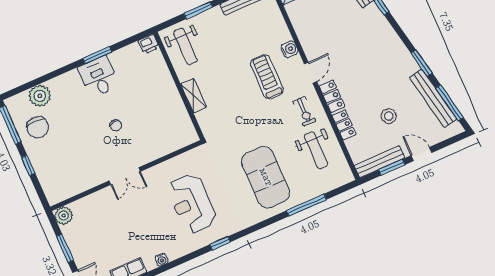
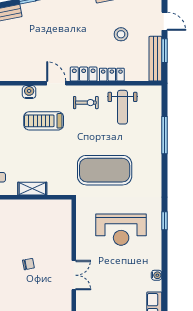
weight bench: (316, 150) -> (122, 107), turned 90
door: (421, 154) -> (164, 21), swing flipped
exercise mat: (266, 177) -> (105, 170), moved

